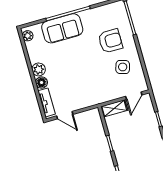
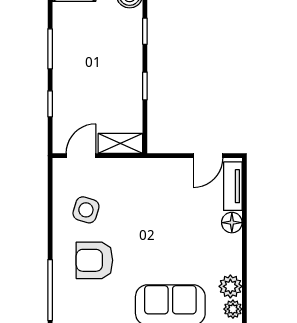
plant: (39, 69) -> (230, 286), moved
door: (65, 115) -> (208, 156), swing flipped

